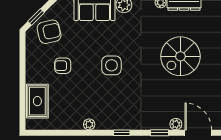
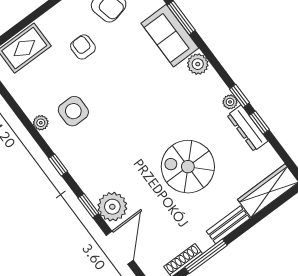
side table: (111, 65) -> (73, 111), moved
plant: (176, 124) -> (112, 207), width x1.88, depth x1.88

